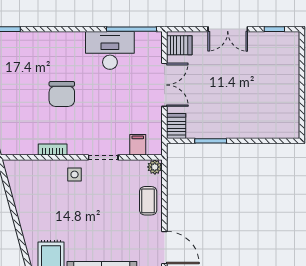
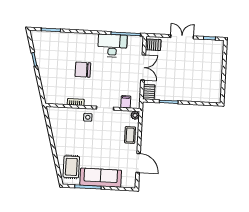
double door: (228, 29) -> (182, 37), swing flipped
chair: (62, 94) -> (83, 70), turned 90

